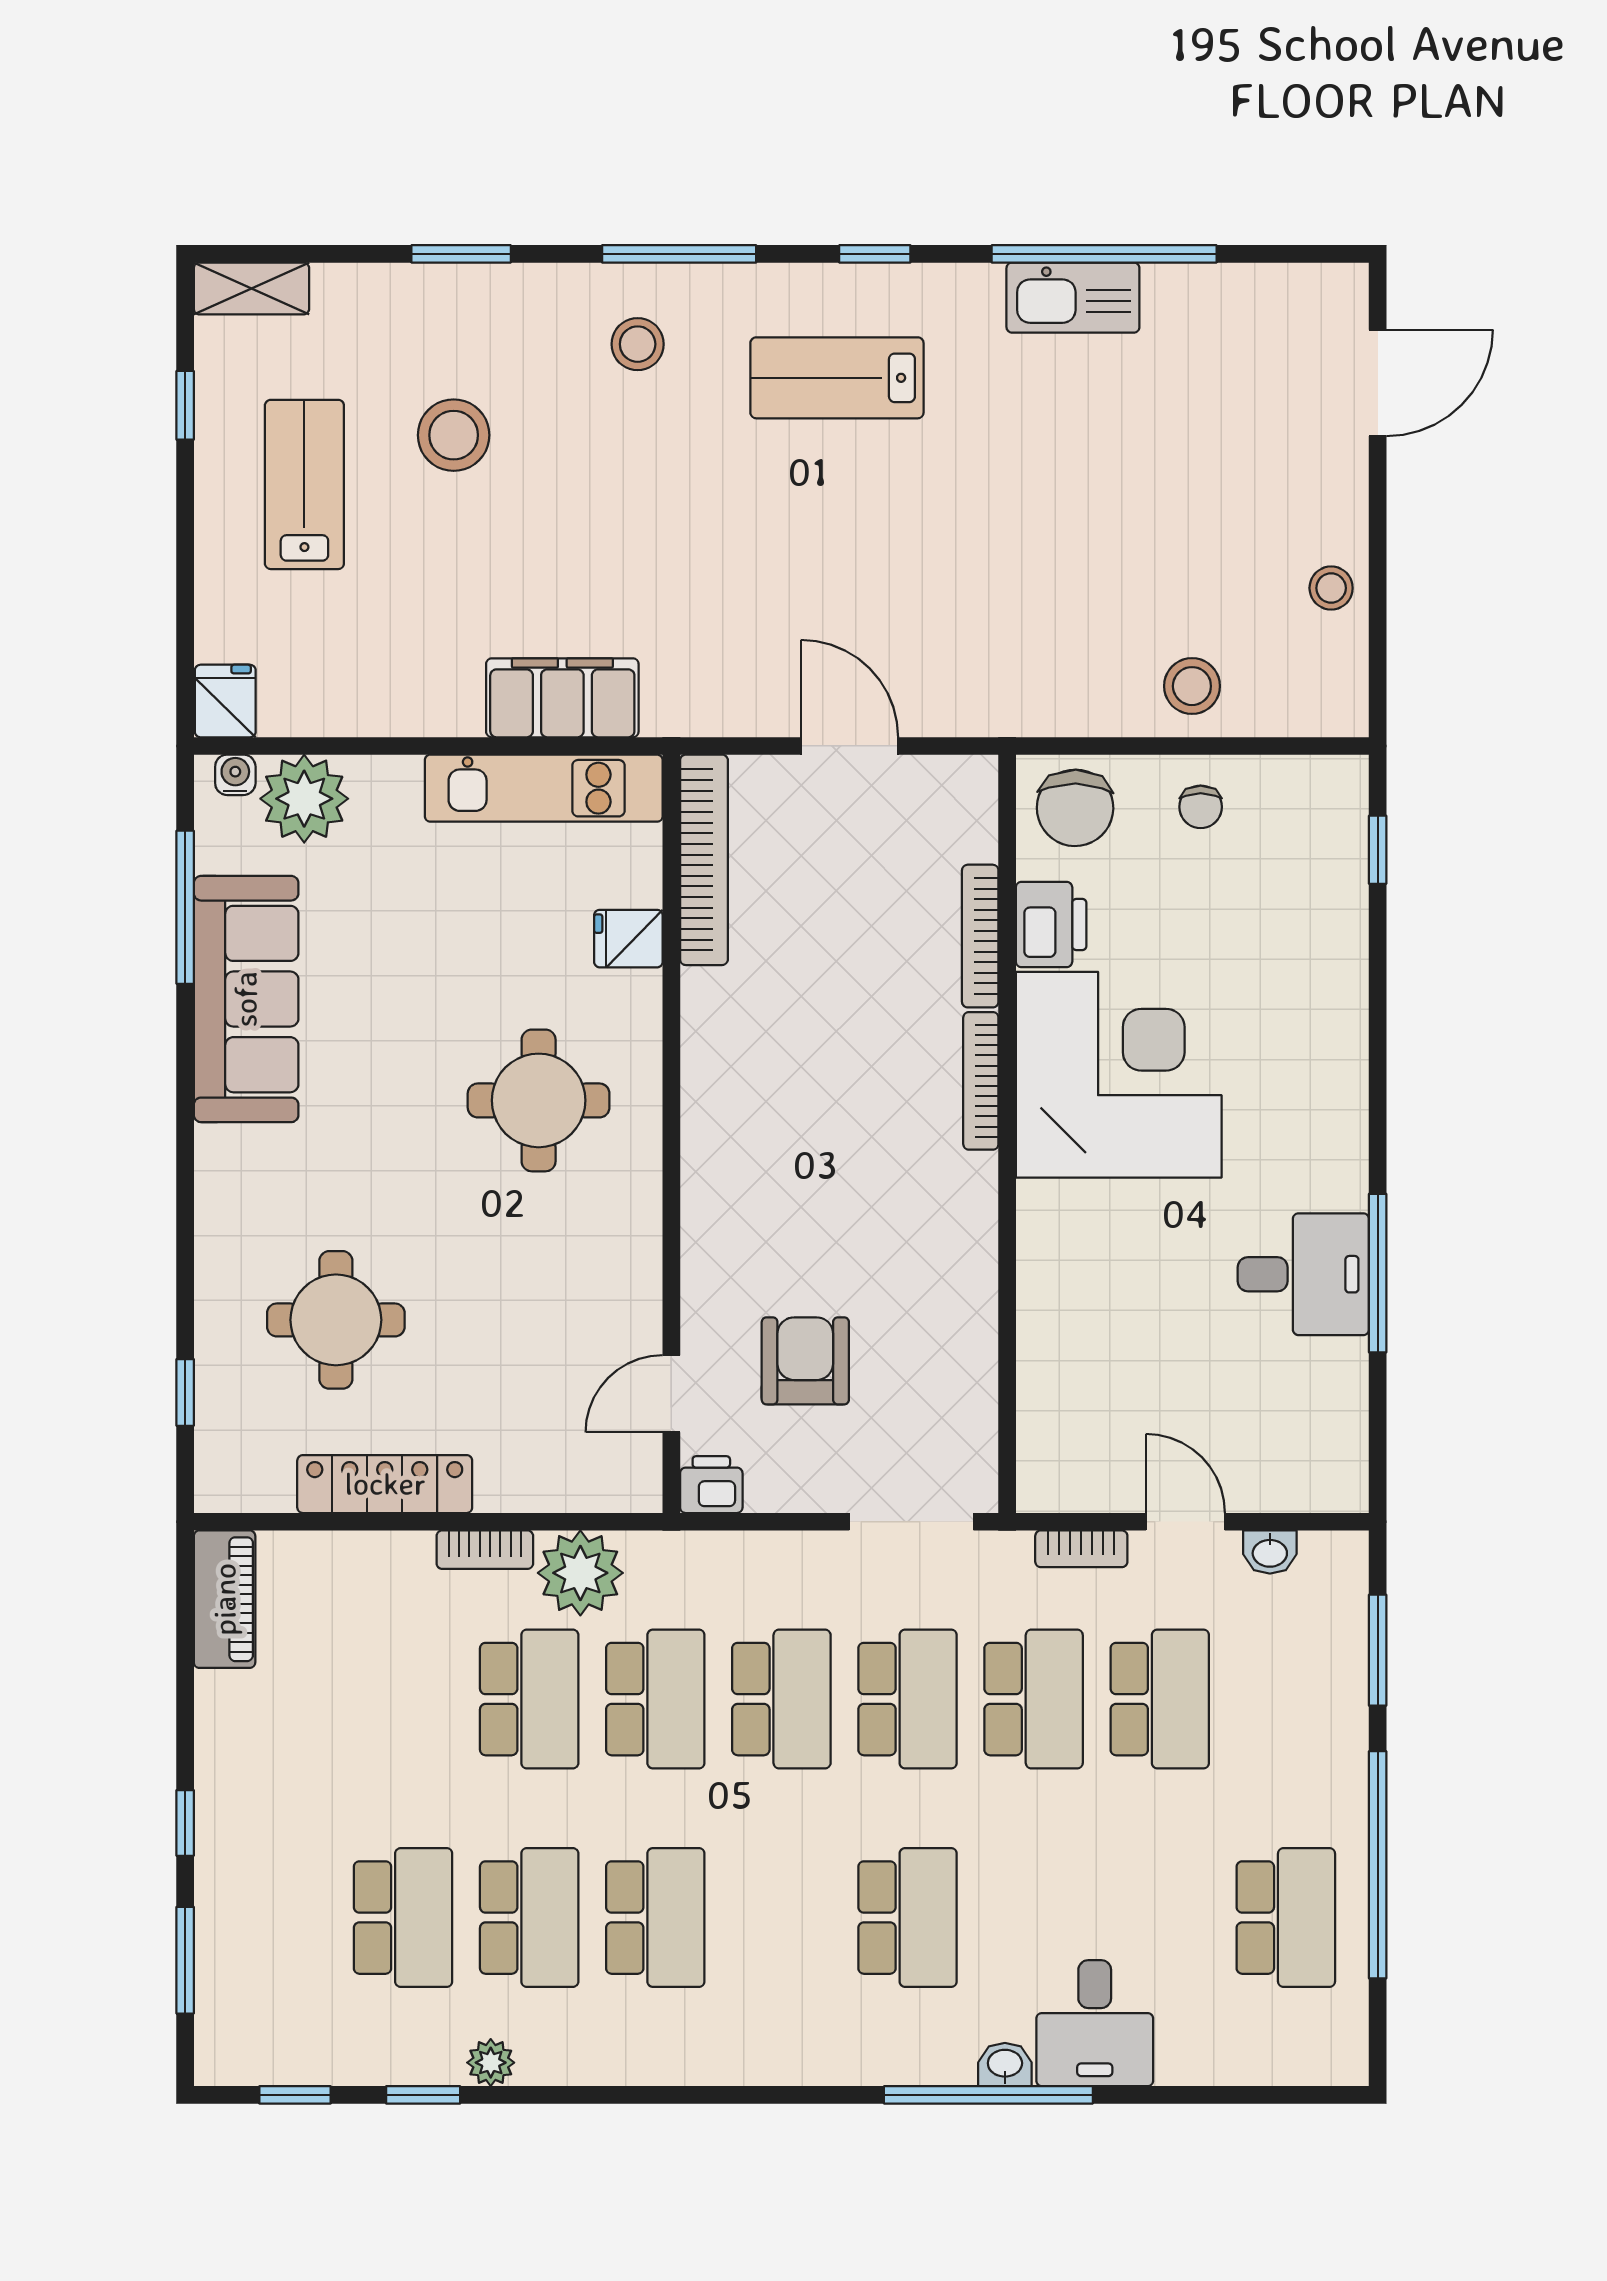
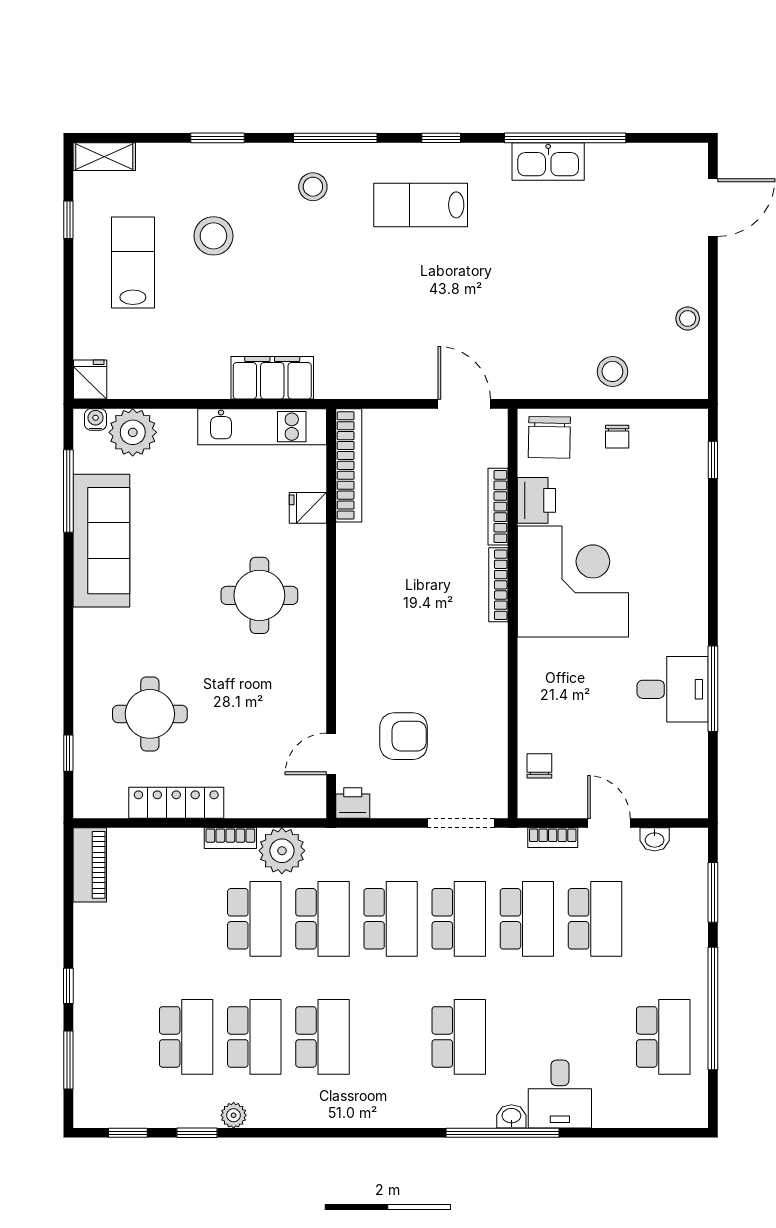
door: (850, 746) -> (464, 404), moved
armchair: (805, 1361) -> (404, 736), turned 90
chair: (1057, 1416) -> (539, 766), added

